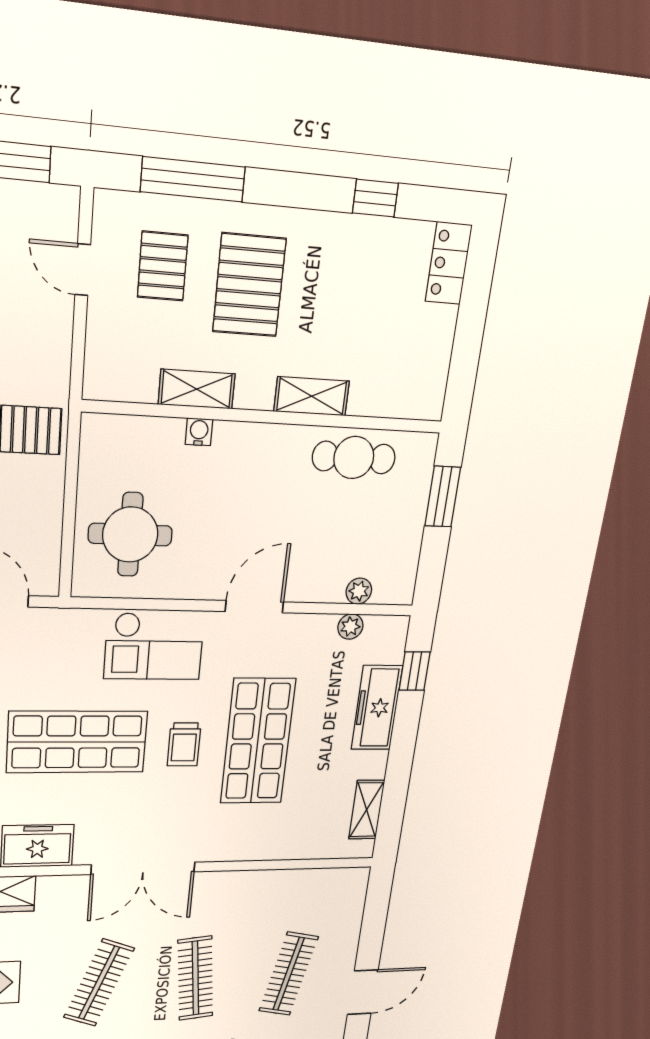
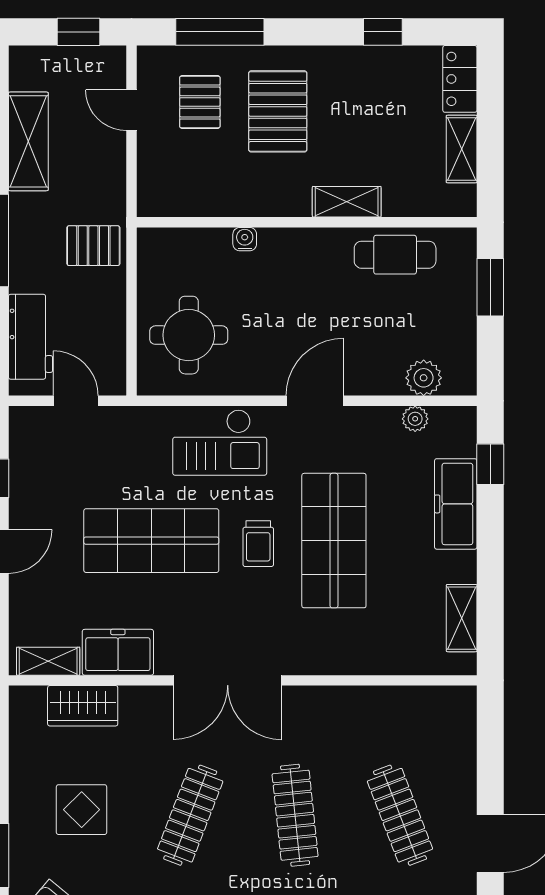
shelving: (197, 389) -> (462, 149), moved, turned 90
plant: (359, 591) -> (424, 378), width x1.38, depth x1.38
clothes rail: (289, 974) -> (400, 815), turned -33

